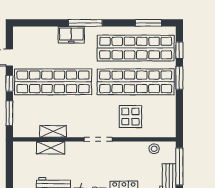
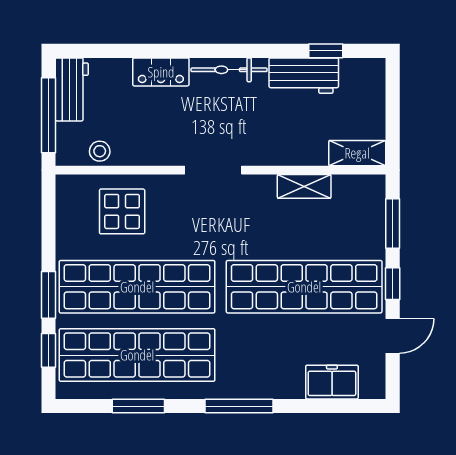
window: (148, 23) -> (138, 406), moved
freezer: (71, 35) -> (332, 382), moved
display table: (130, 117) -> (122, 211), moved
shelving: (51, 148) -> (357, 153), moved

